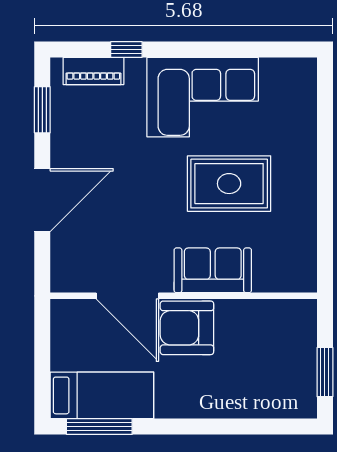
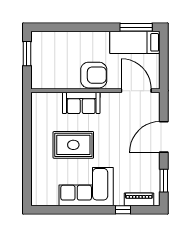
door: (127, 296) -> (136, 91), moved

